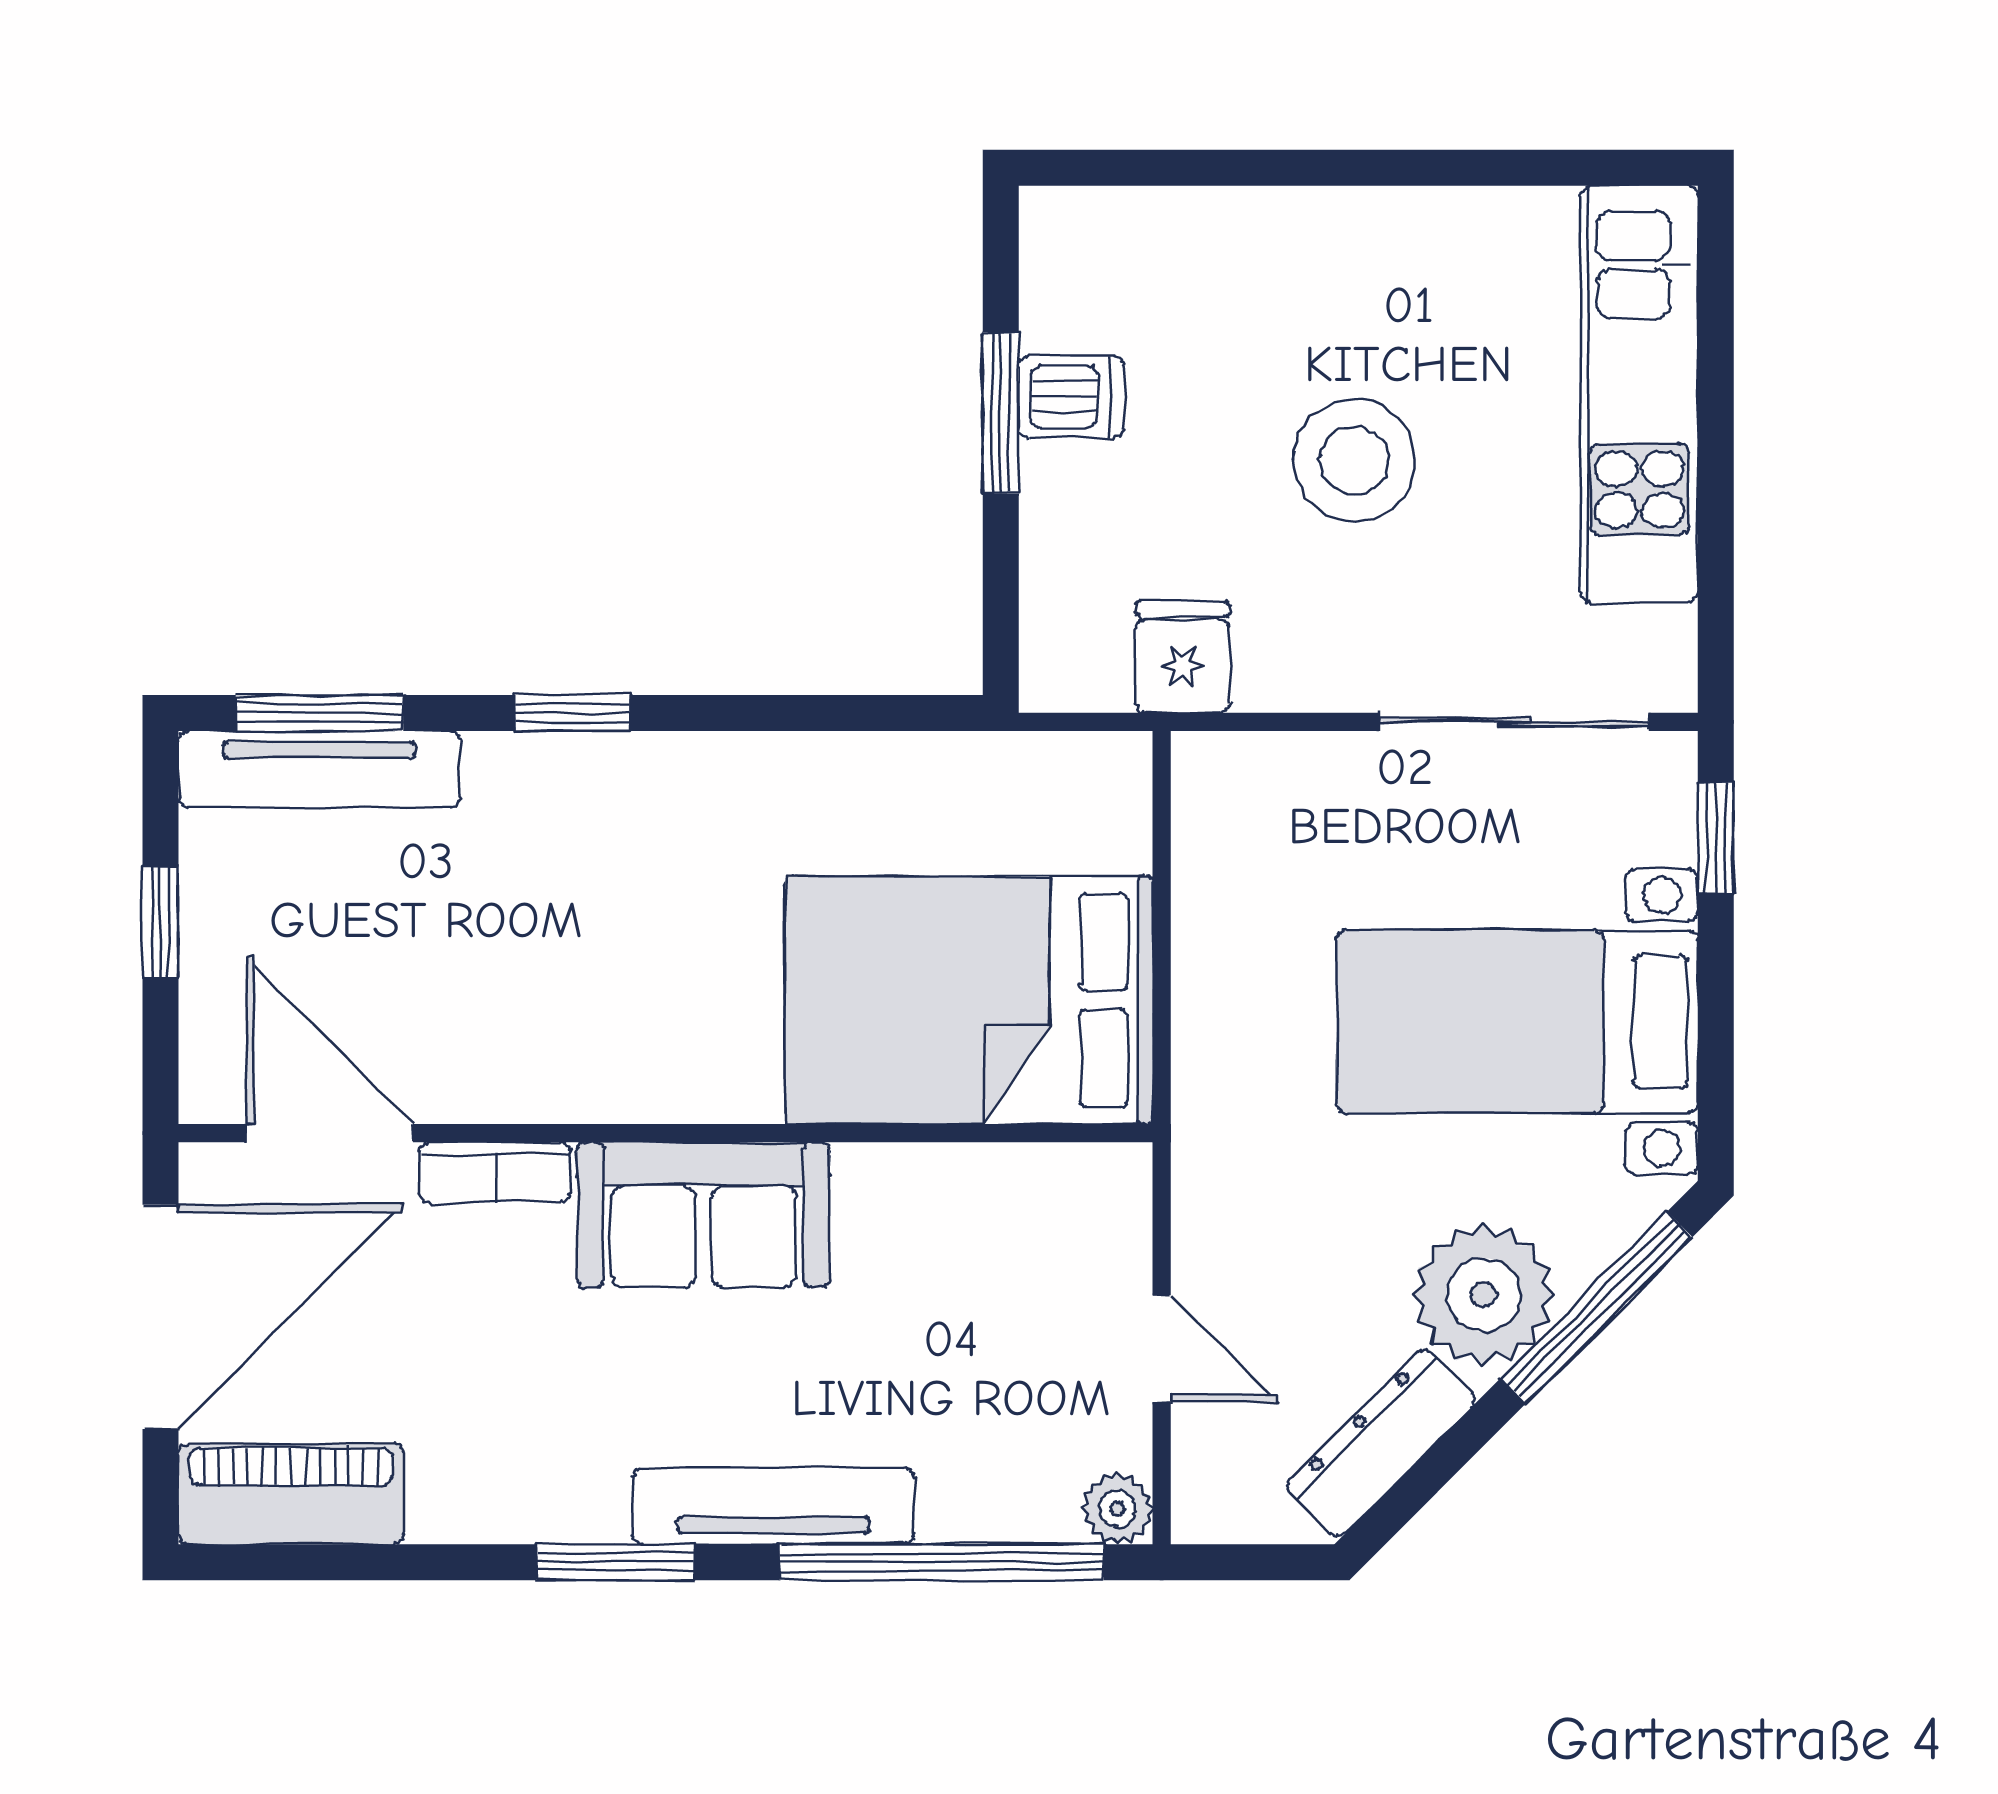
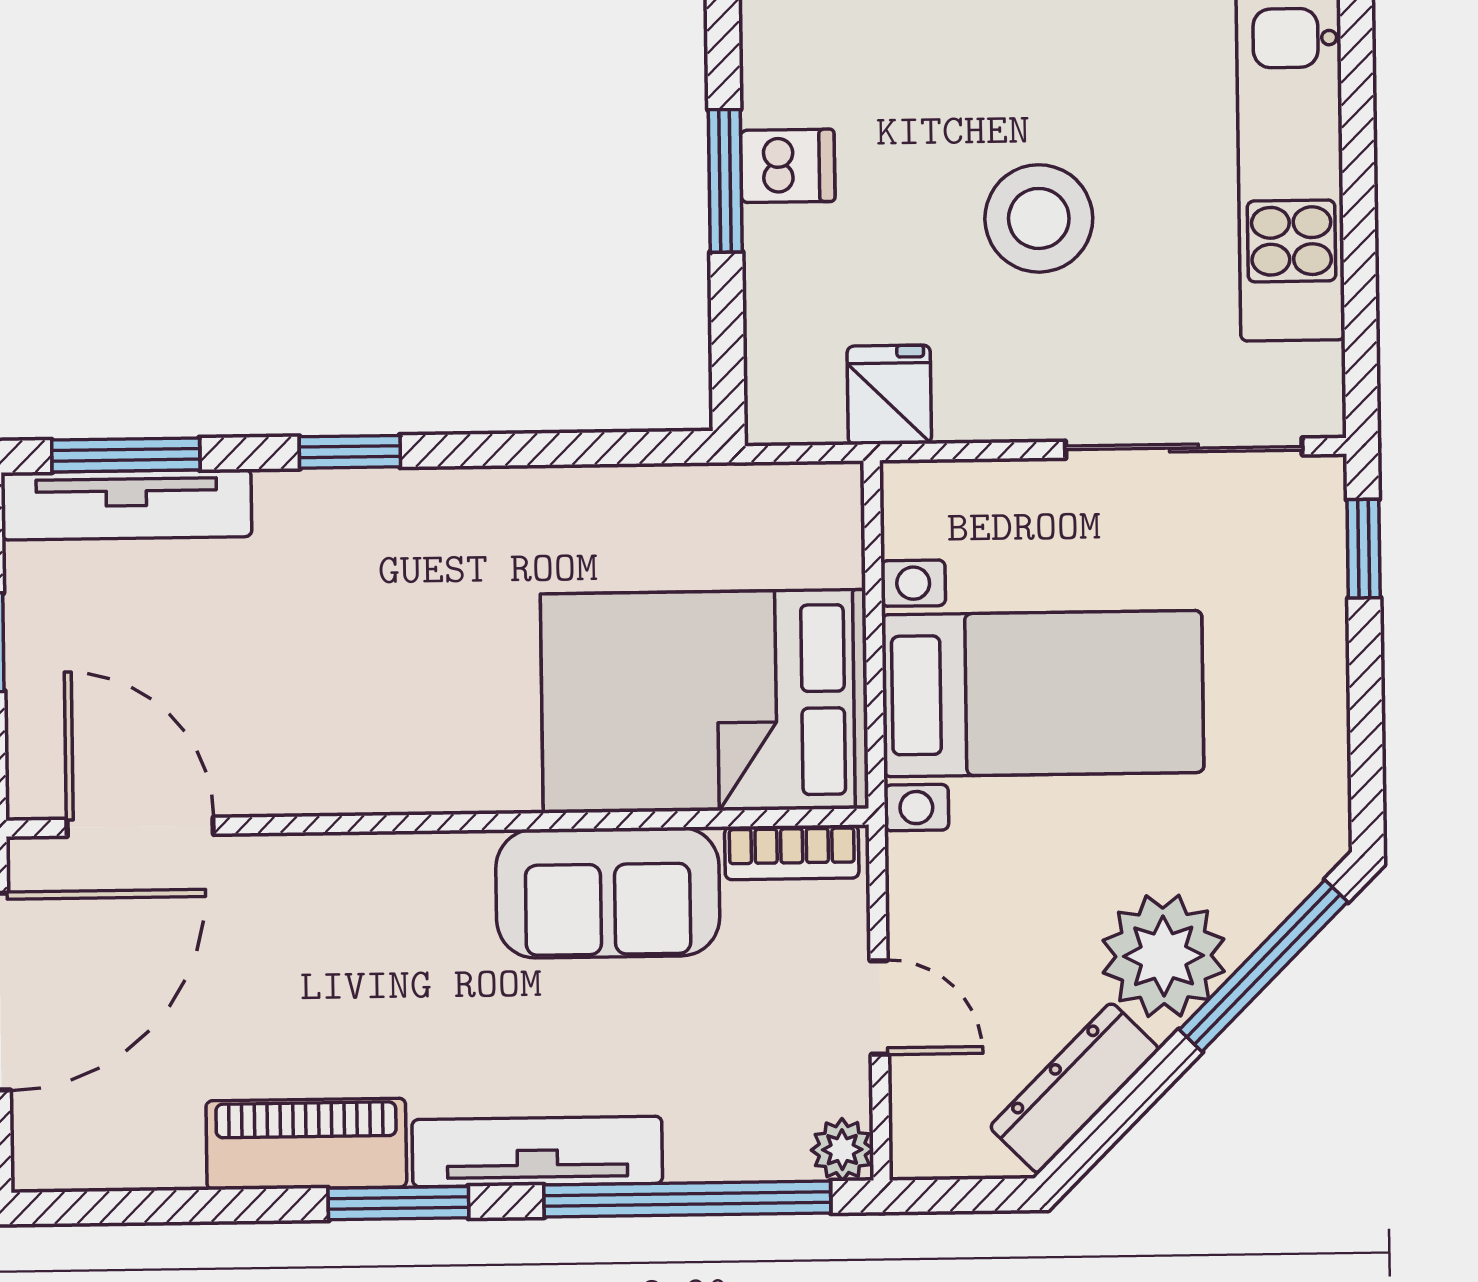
bed with nightstands: (1517, 1022) -> (1043, 694), moved, turned 180
bookcase: (495, 1172) -> (792, 852), moved
sofa: (703, 1215) -> (608, 893), moved
piano: (291, 1494) -> (306, 1144), moved

